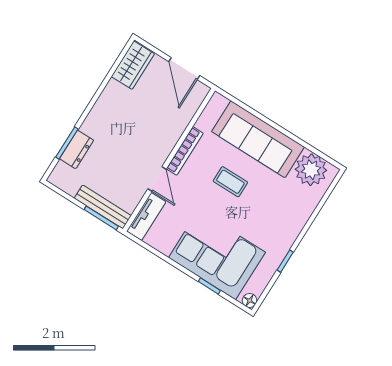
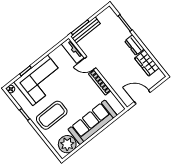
wardrobe: (133, 65) -> (147, 63), moved
dresser: (77, 149) -> (134, 45), moved
coffee table: (230, 182) -> (52, 115), moved, width x1.86, depth x1.72

